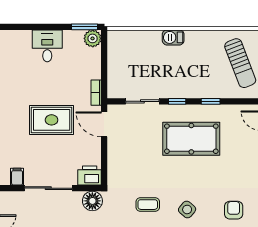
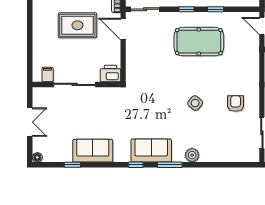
sliding door: (142, 101) -> (145, 9), moved
floor lamp: (92, 201) -> (113, 96), removed
coffee table: (148, 205) -> (161, 99), removed

